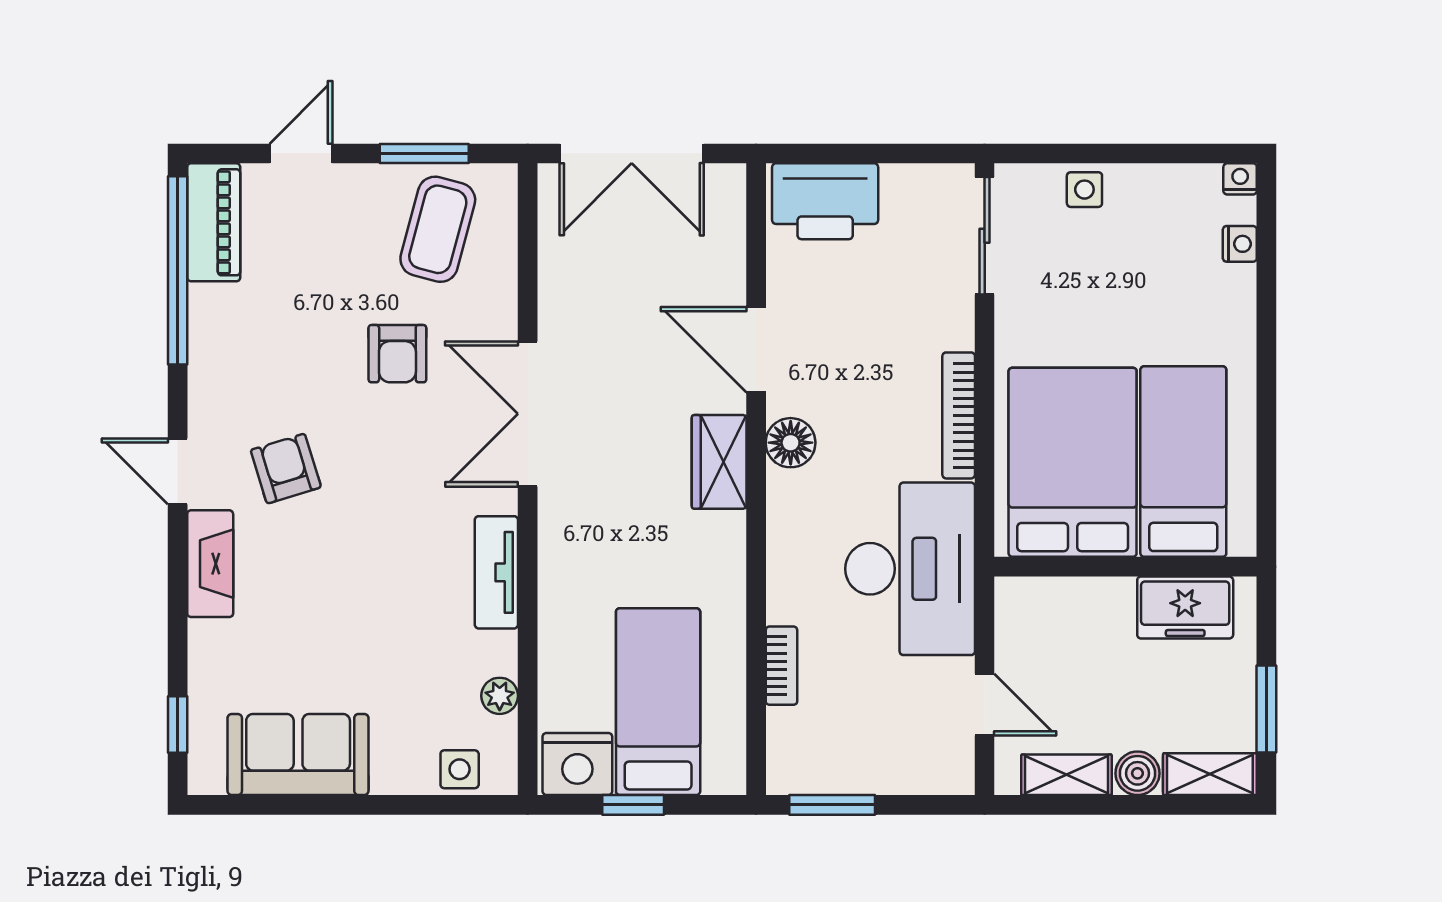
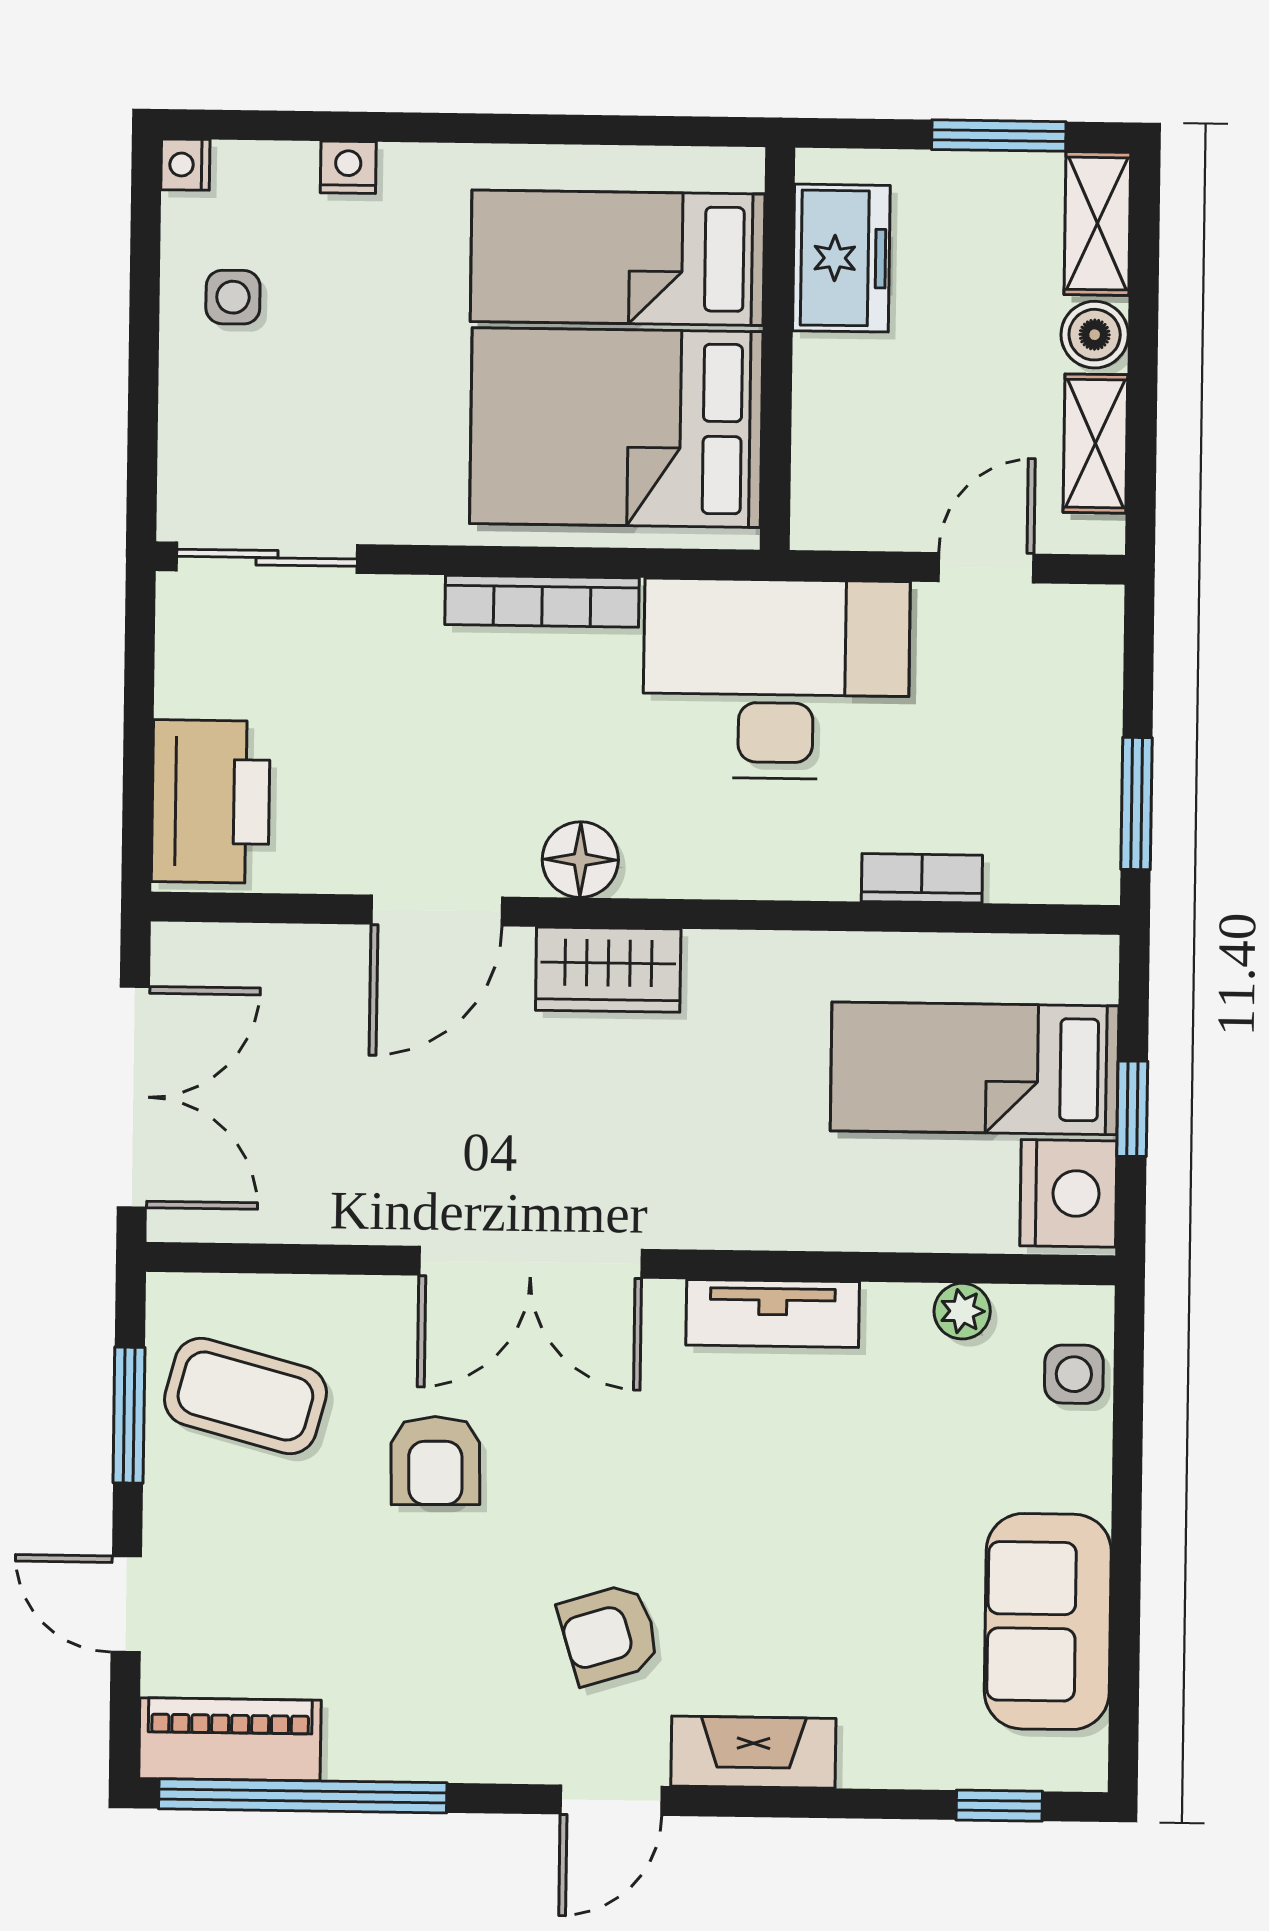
side table: (1084, 190) -> (233, 297), moved
nightstand: (1240, 244) -> (348, 167), moved
armchair: (397, 354) -> (435, 1461), turned 89

